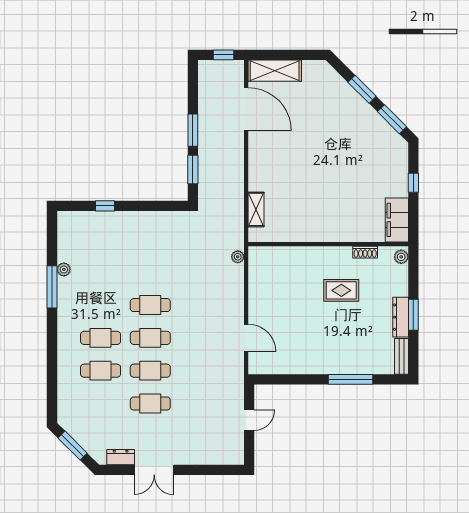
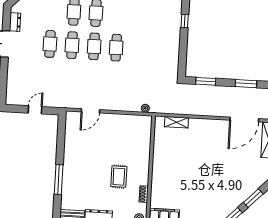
window: (193, 130) -> (246, 84), moved
door: (249, 420) -> (35, 110), swing flipped

